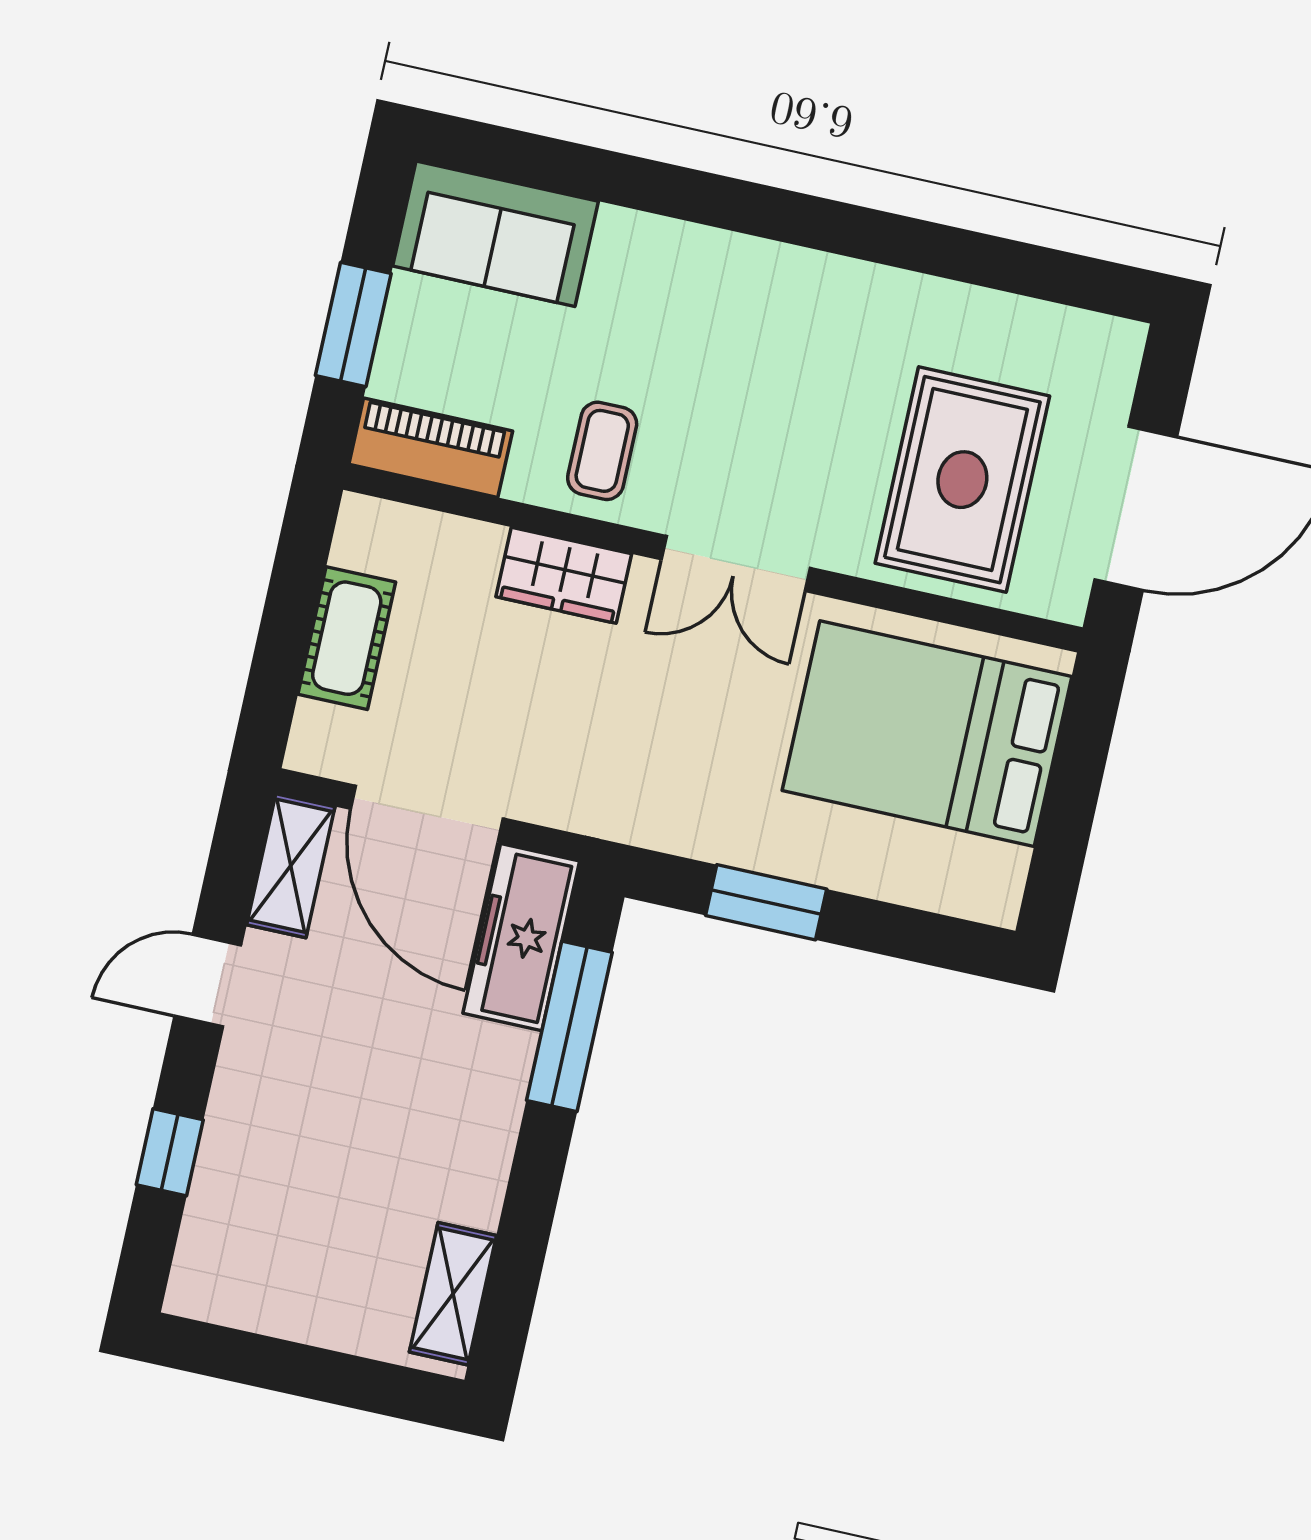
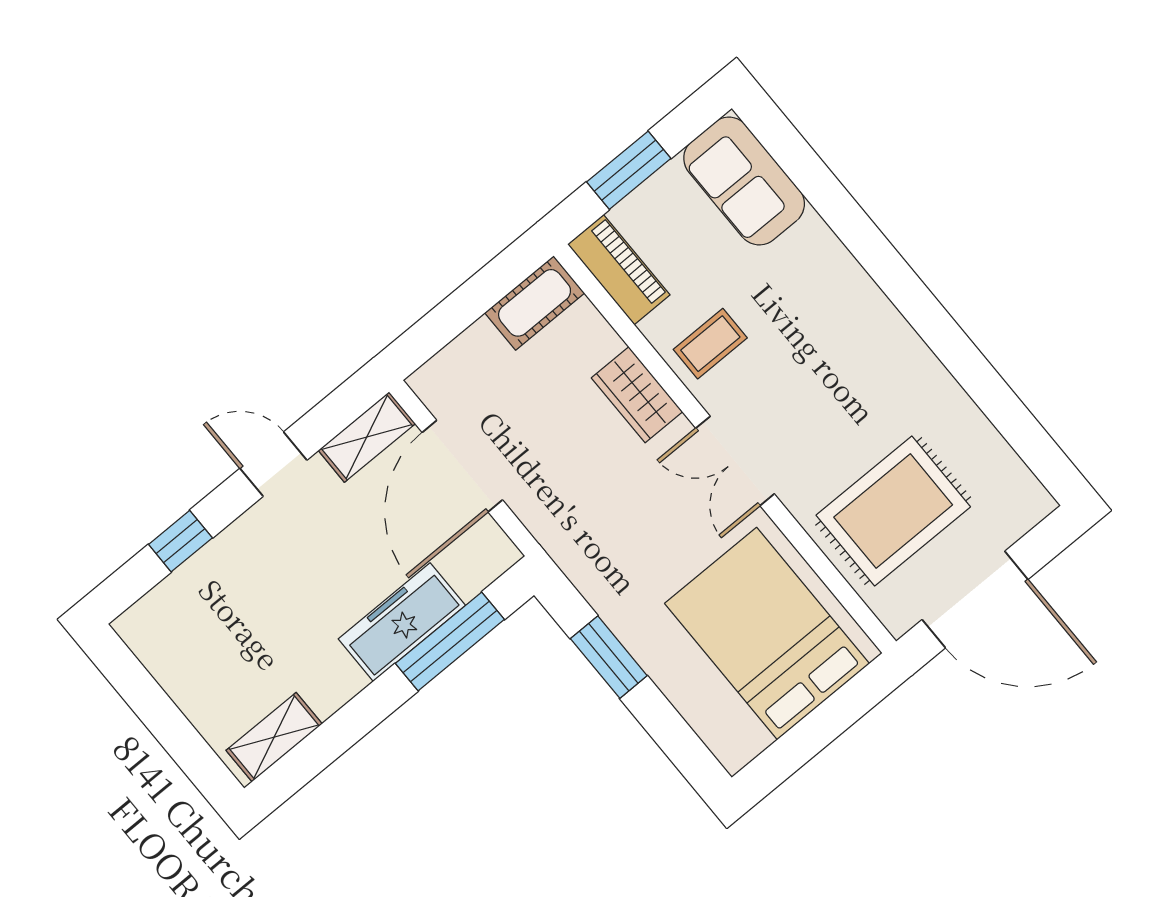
cot: (347, 638) -> (535, 303), moved
freezer: (521, 937) -> (402, 622), moved

